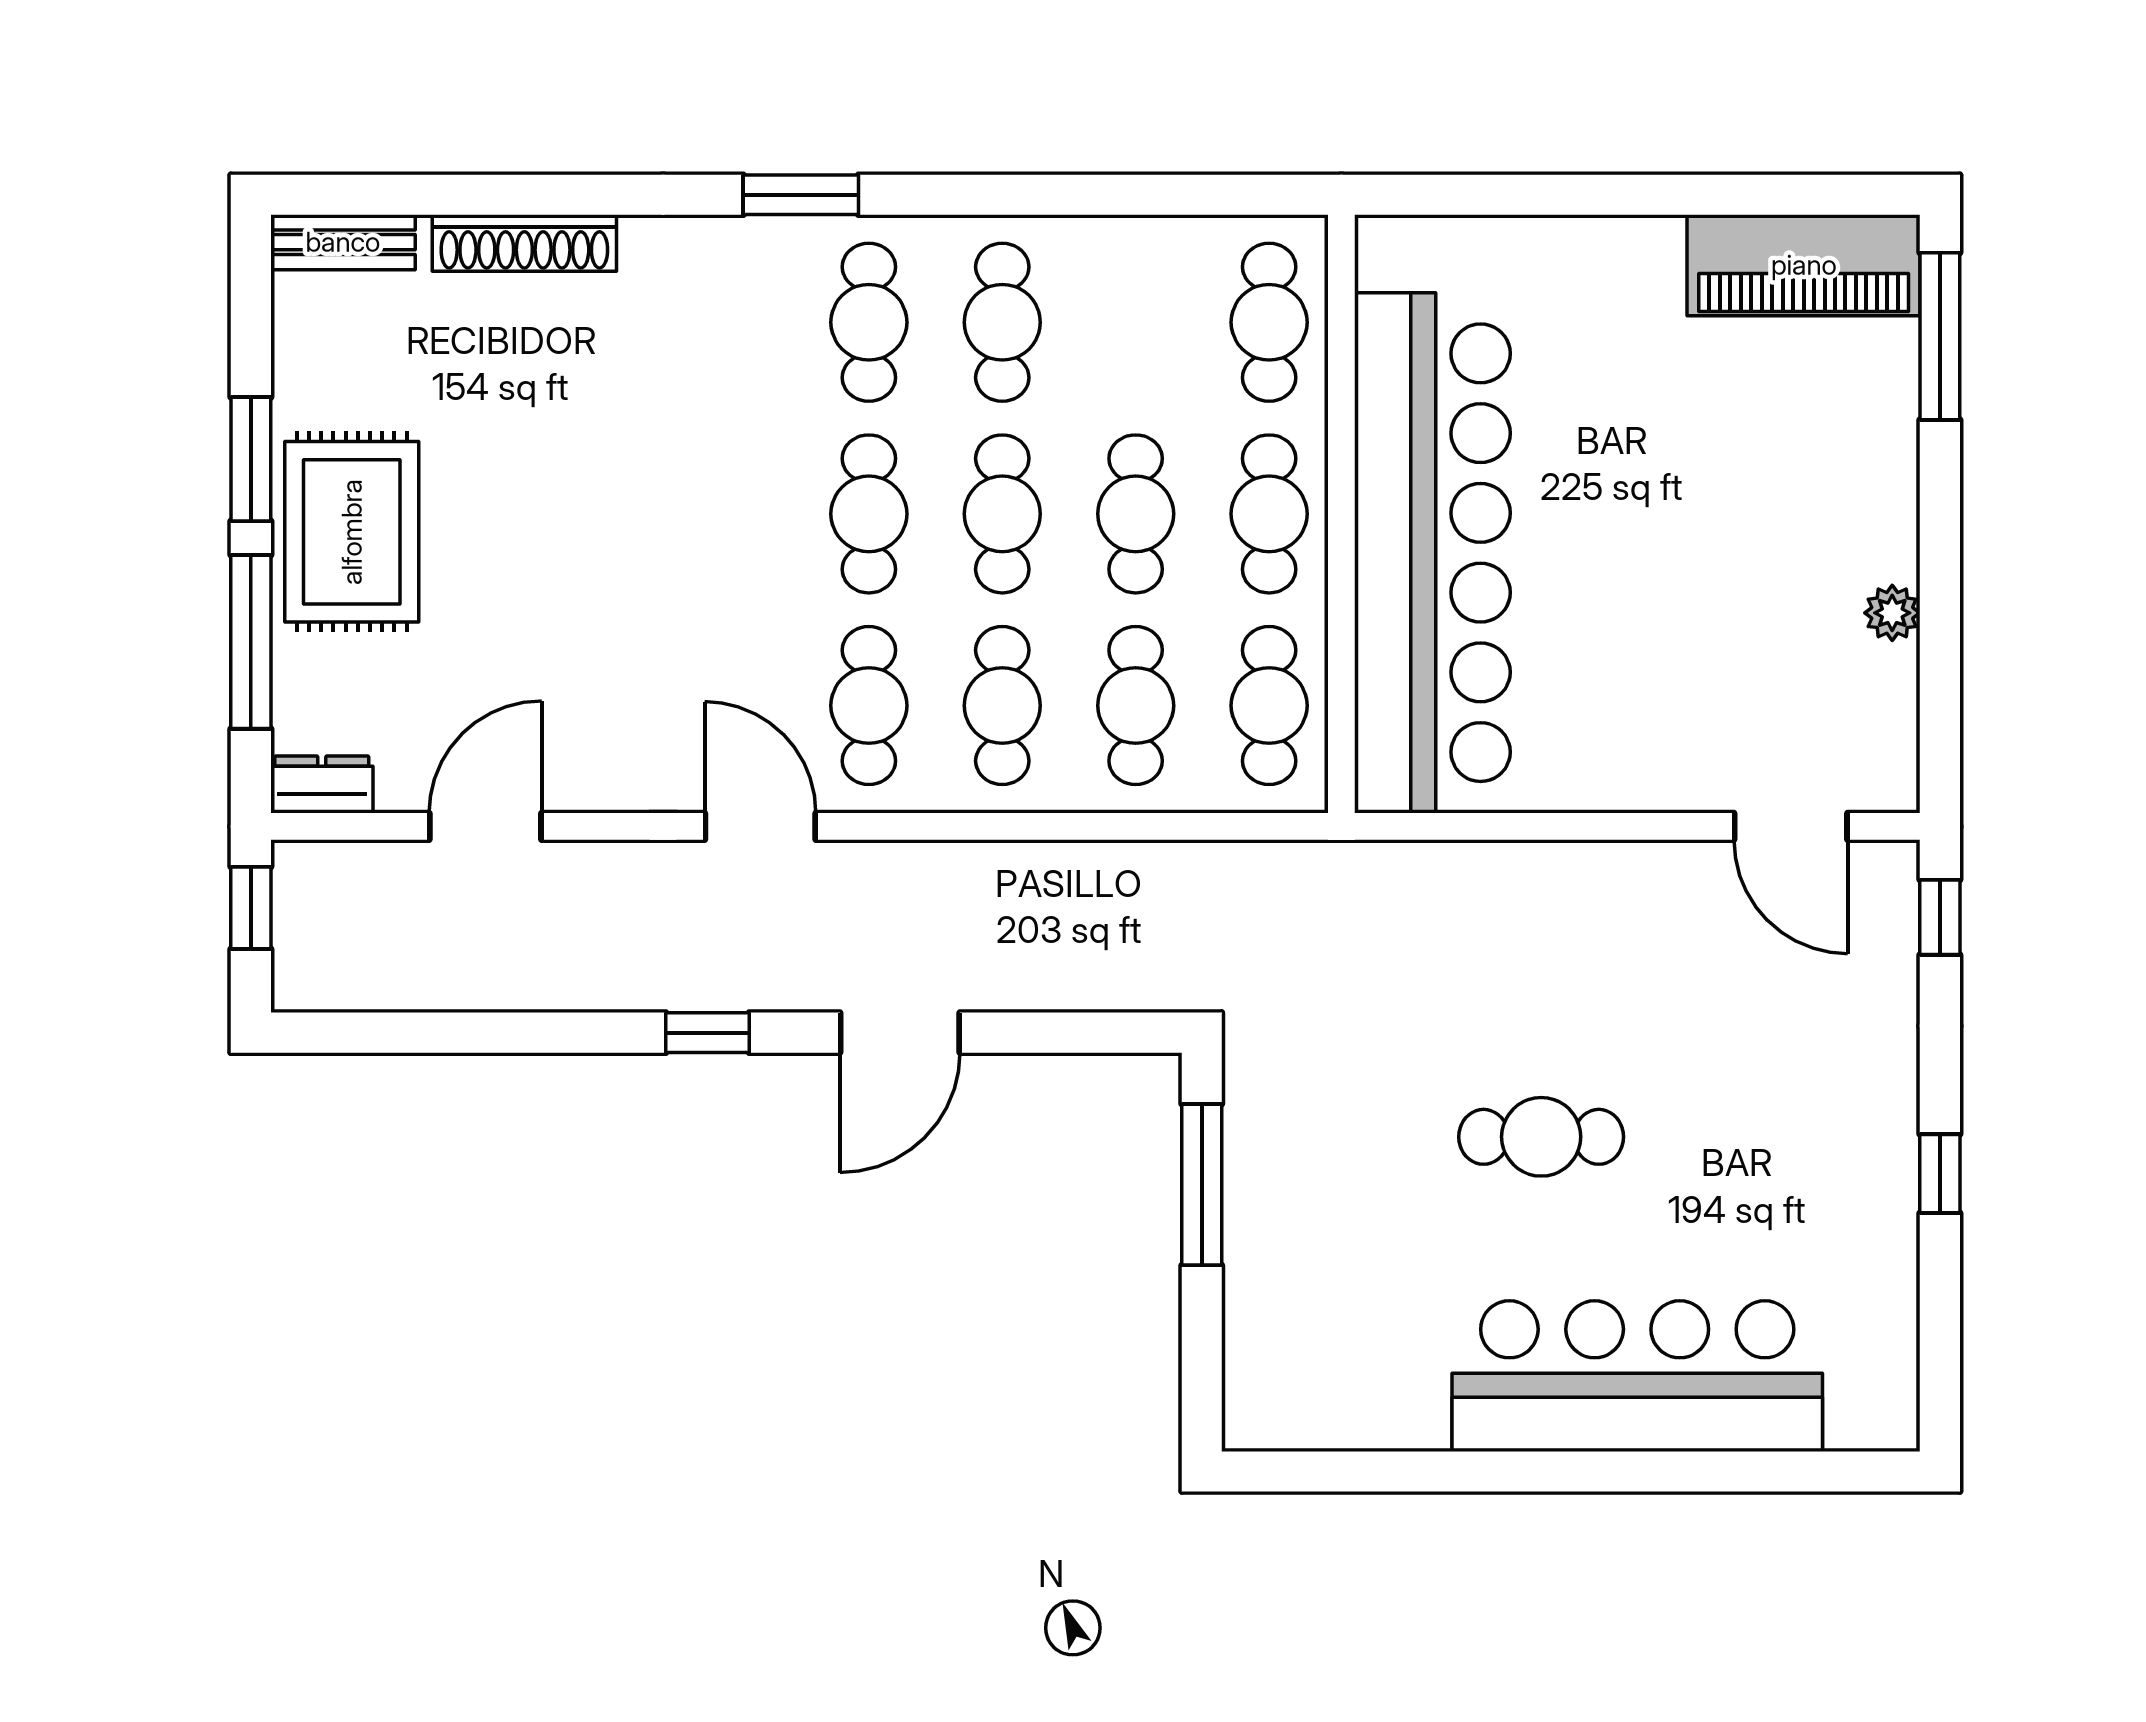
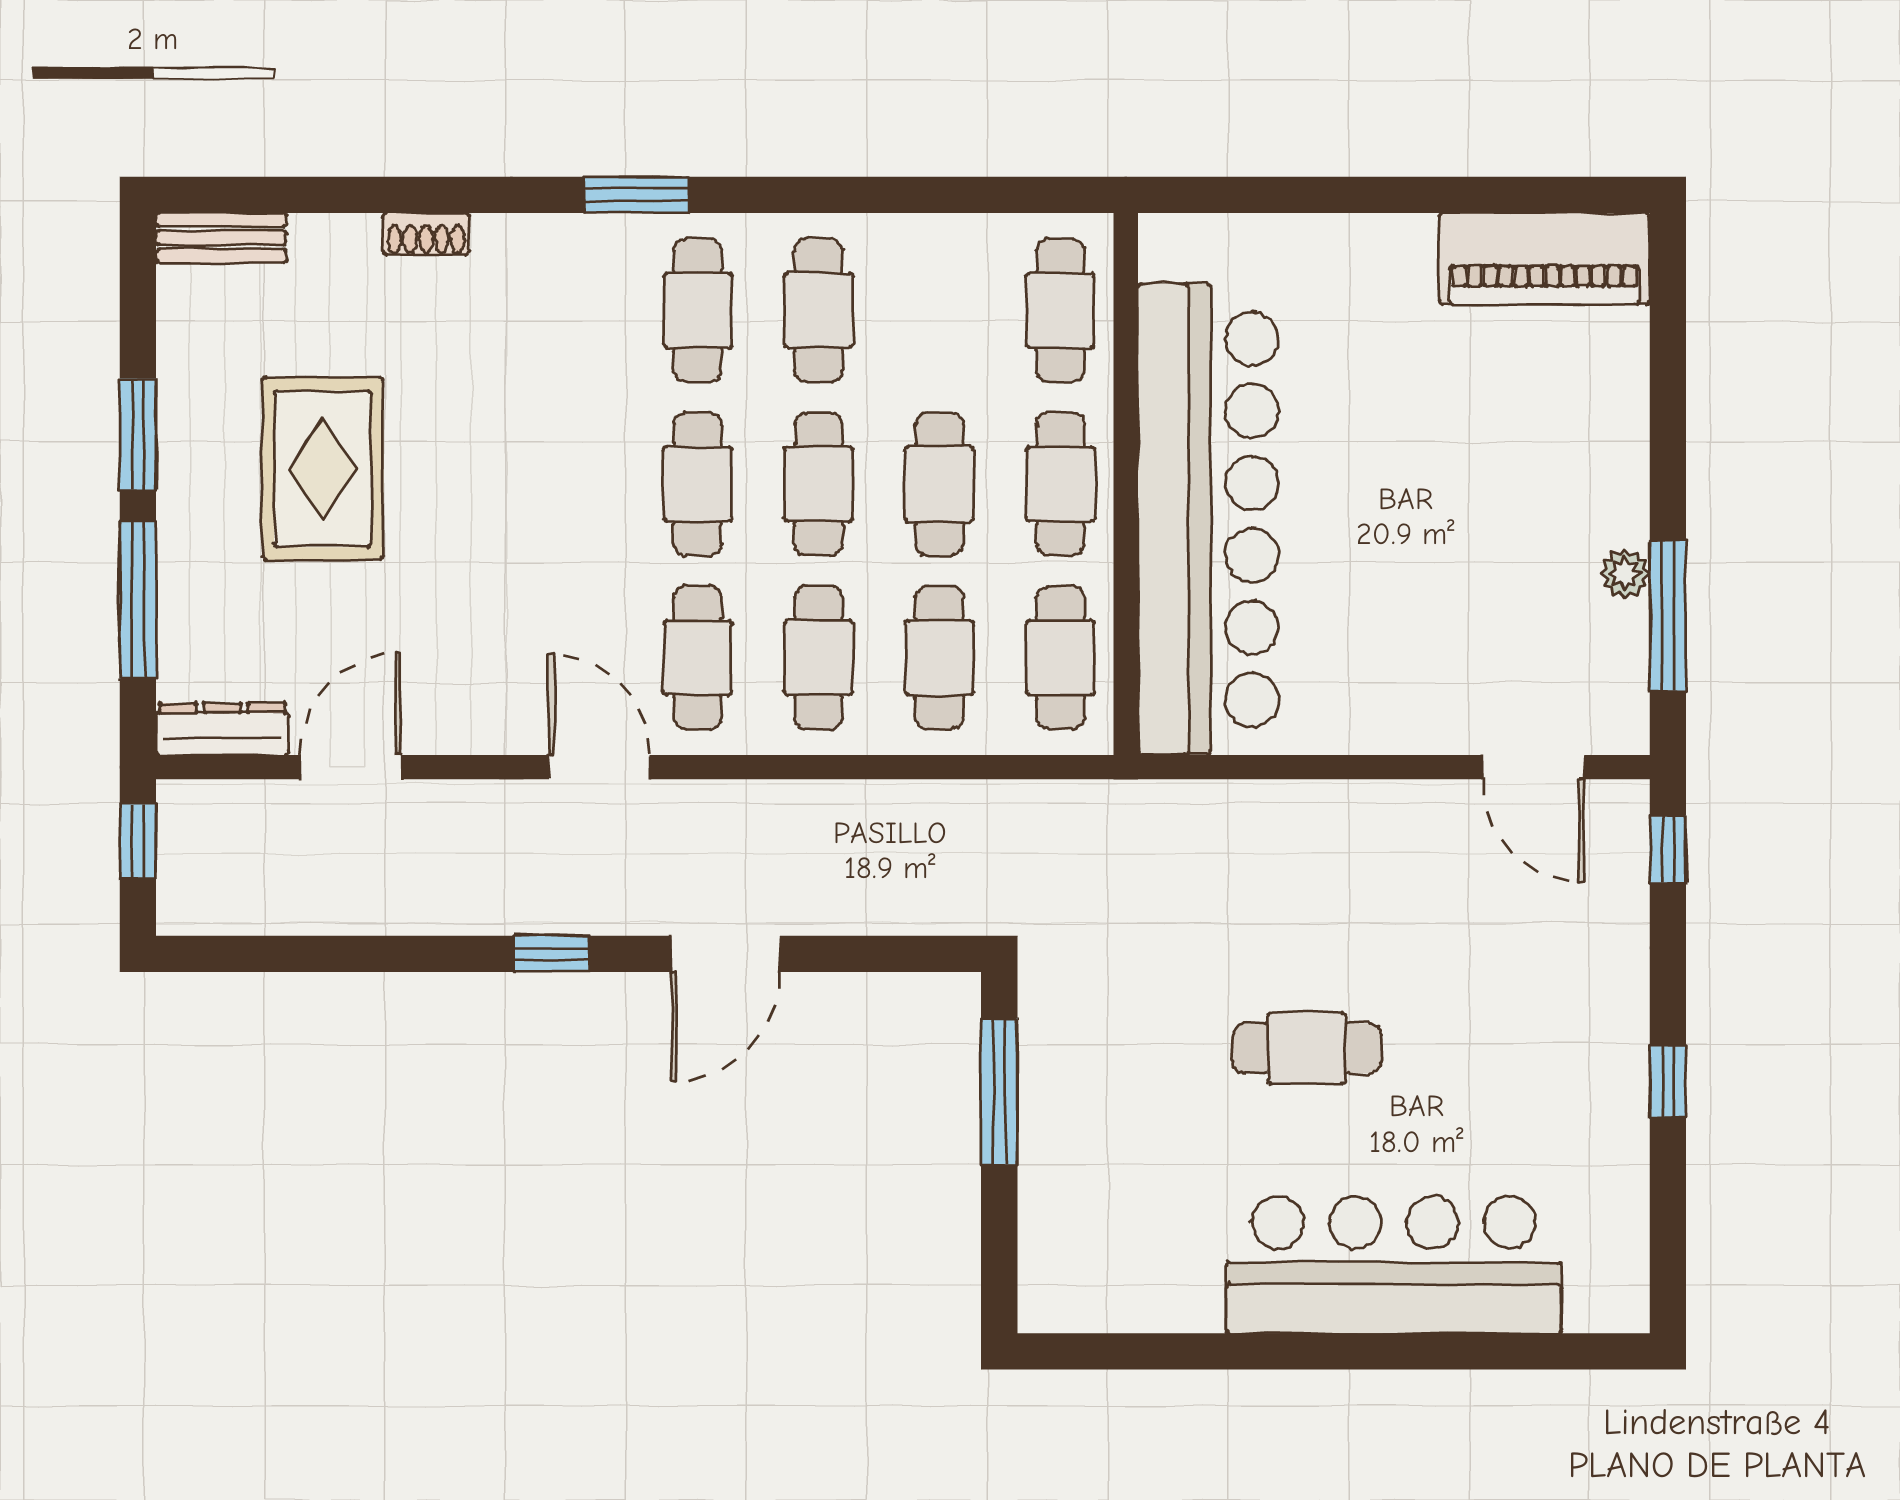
shoe rack: (524, 243) -> (426, 234), width x0.51, depth x0.81
window: (1940, 336) -> (1668, 616), moved
rug: (352, 532) -> (323, 469), moved
dresser: (322, 784) -> (222, 729), width x1.44

